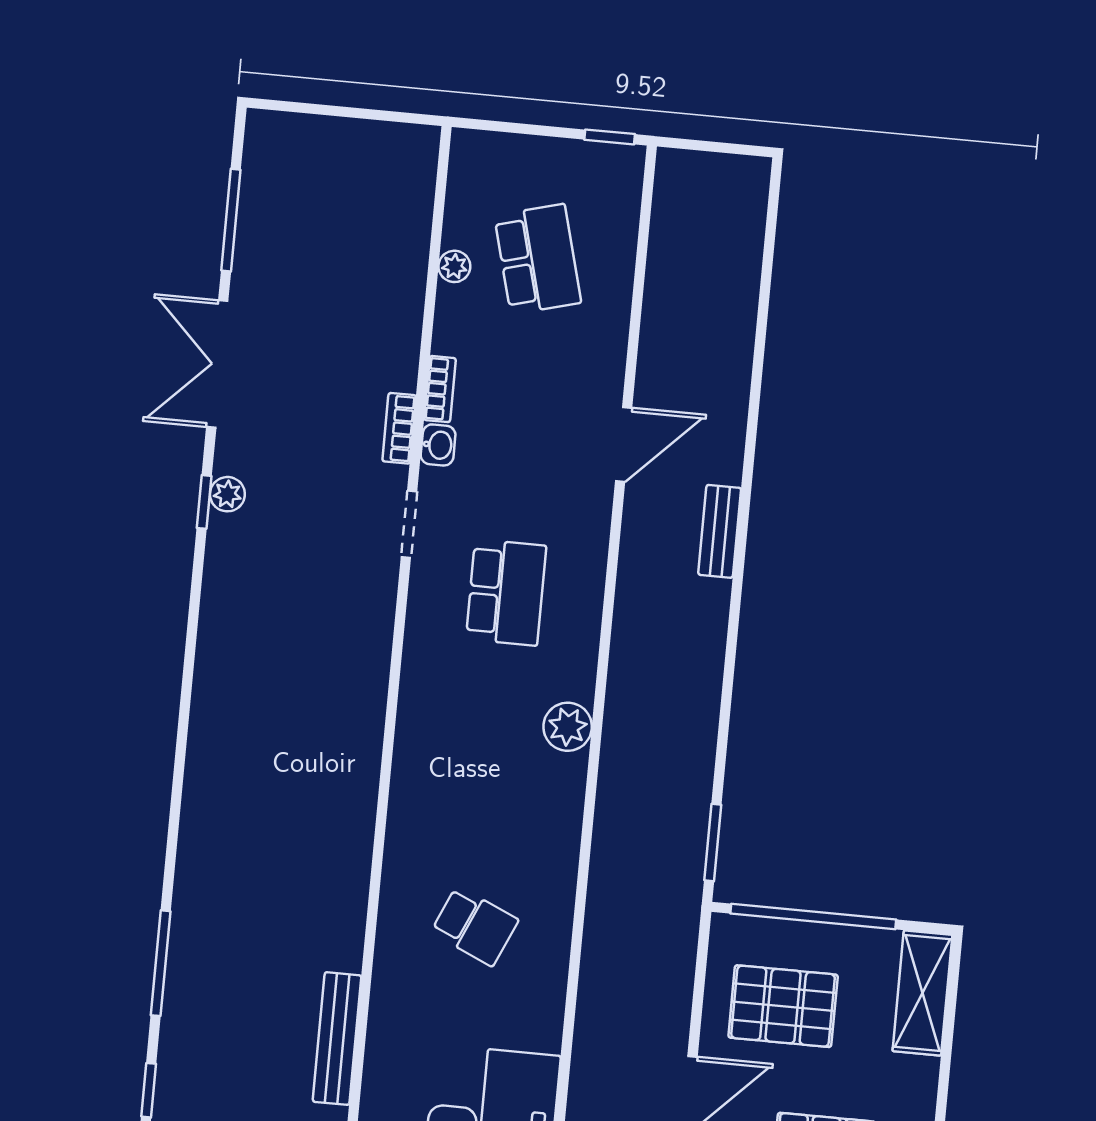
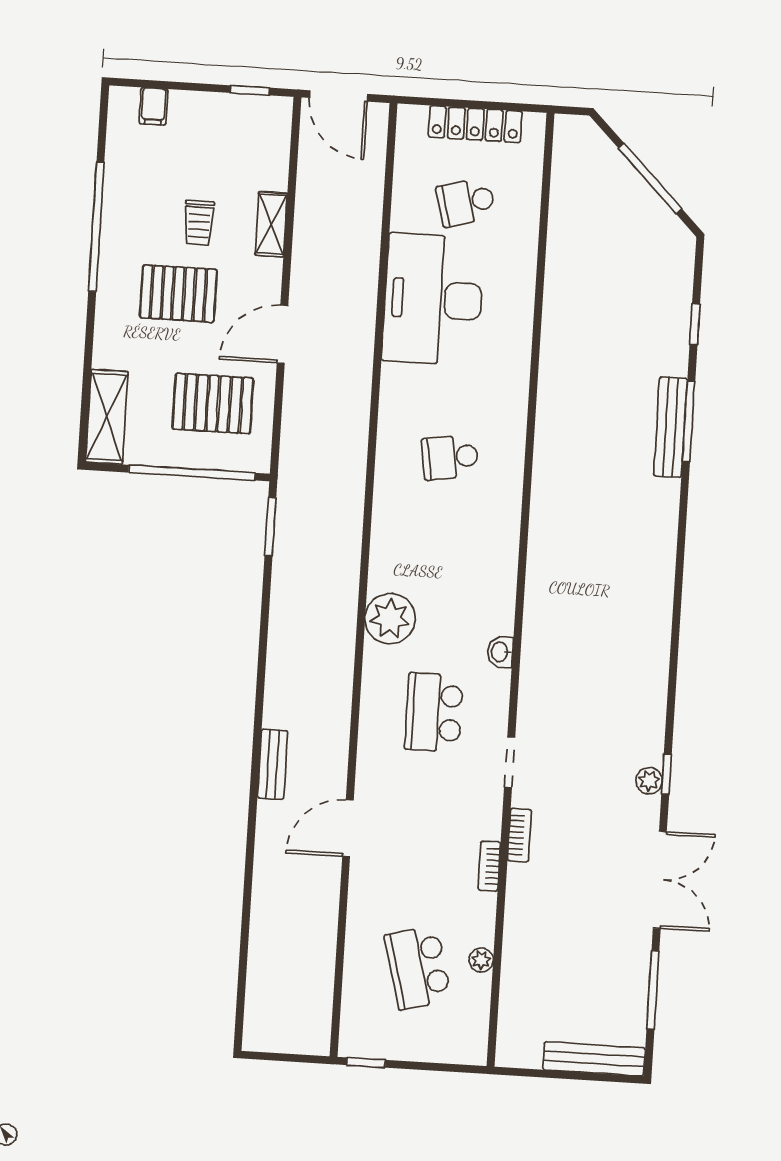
bench: (311, 132) -> (594, 1059), added
washbasin: (438, 445) -> (500, 652), moved
plant: (568, 727) -> (390, 619), width x1.36, depth x1.36
school desk: (475, 926) -> (450, 457), turned -33
bench: (337, 1039) -> (670, 427), moved

